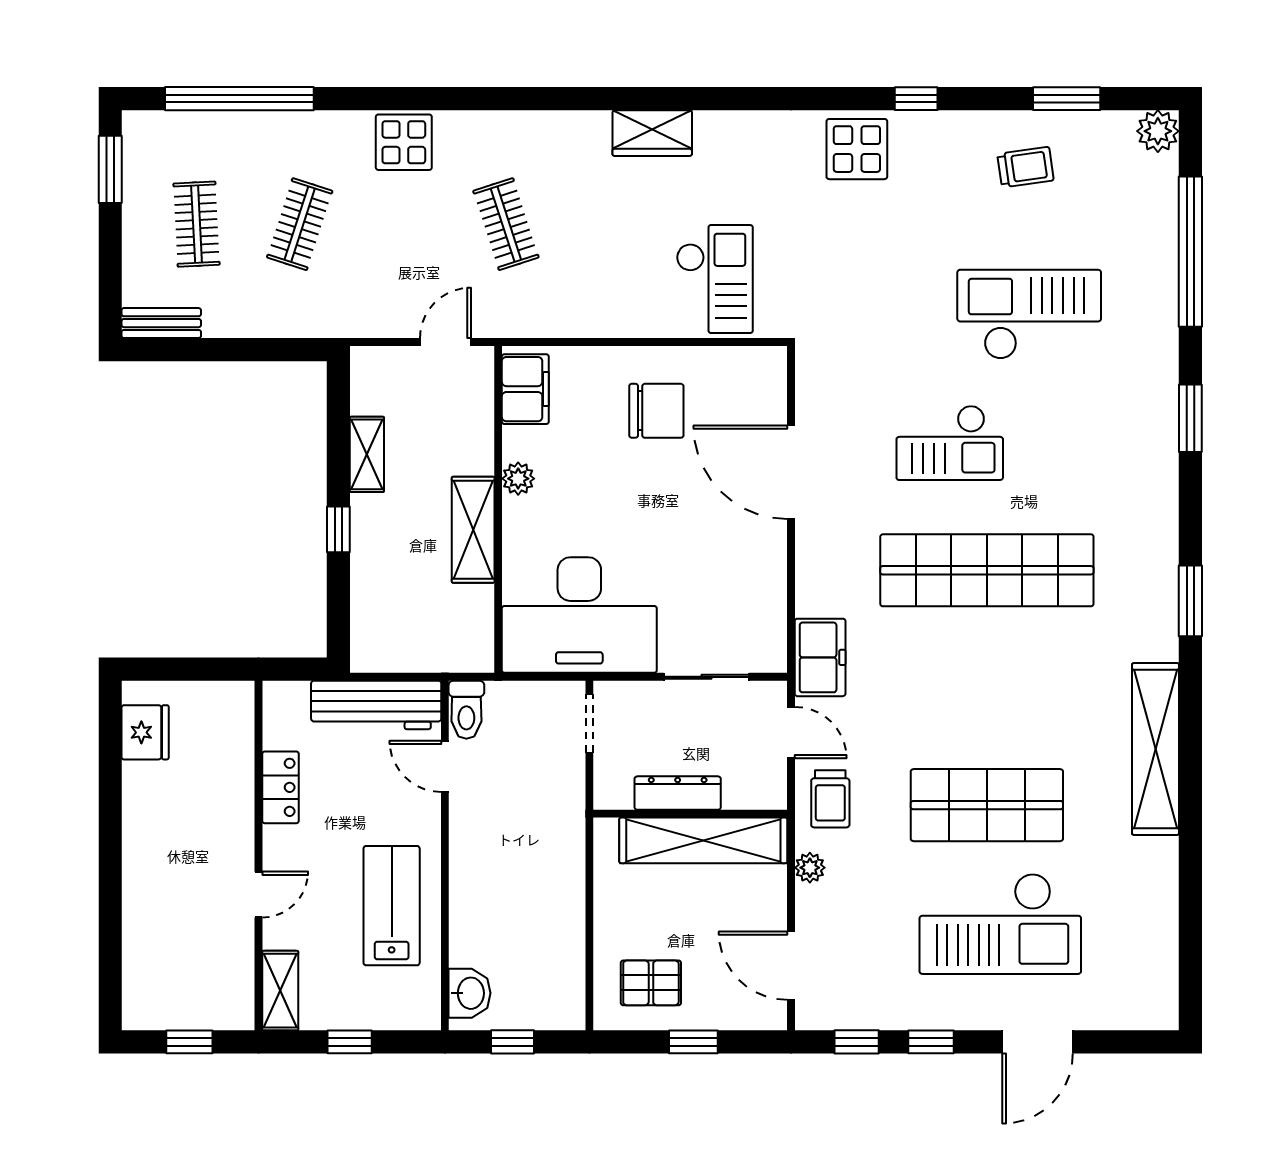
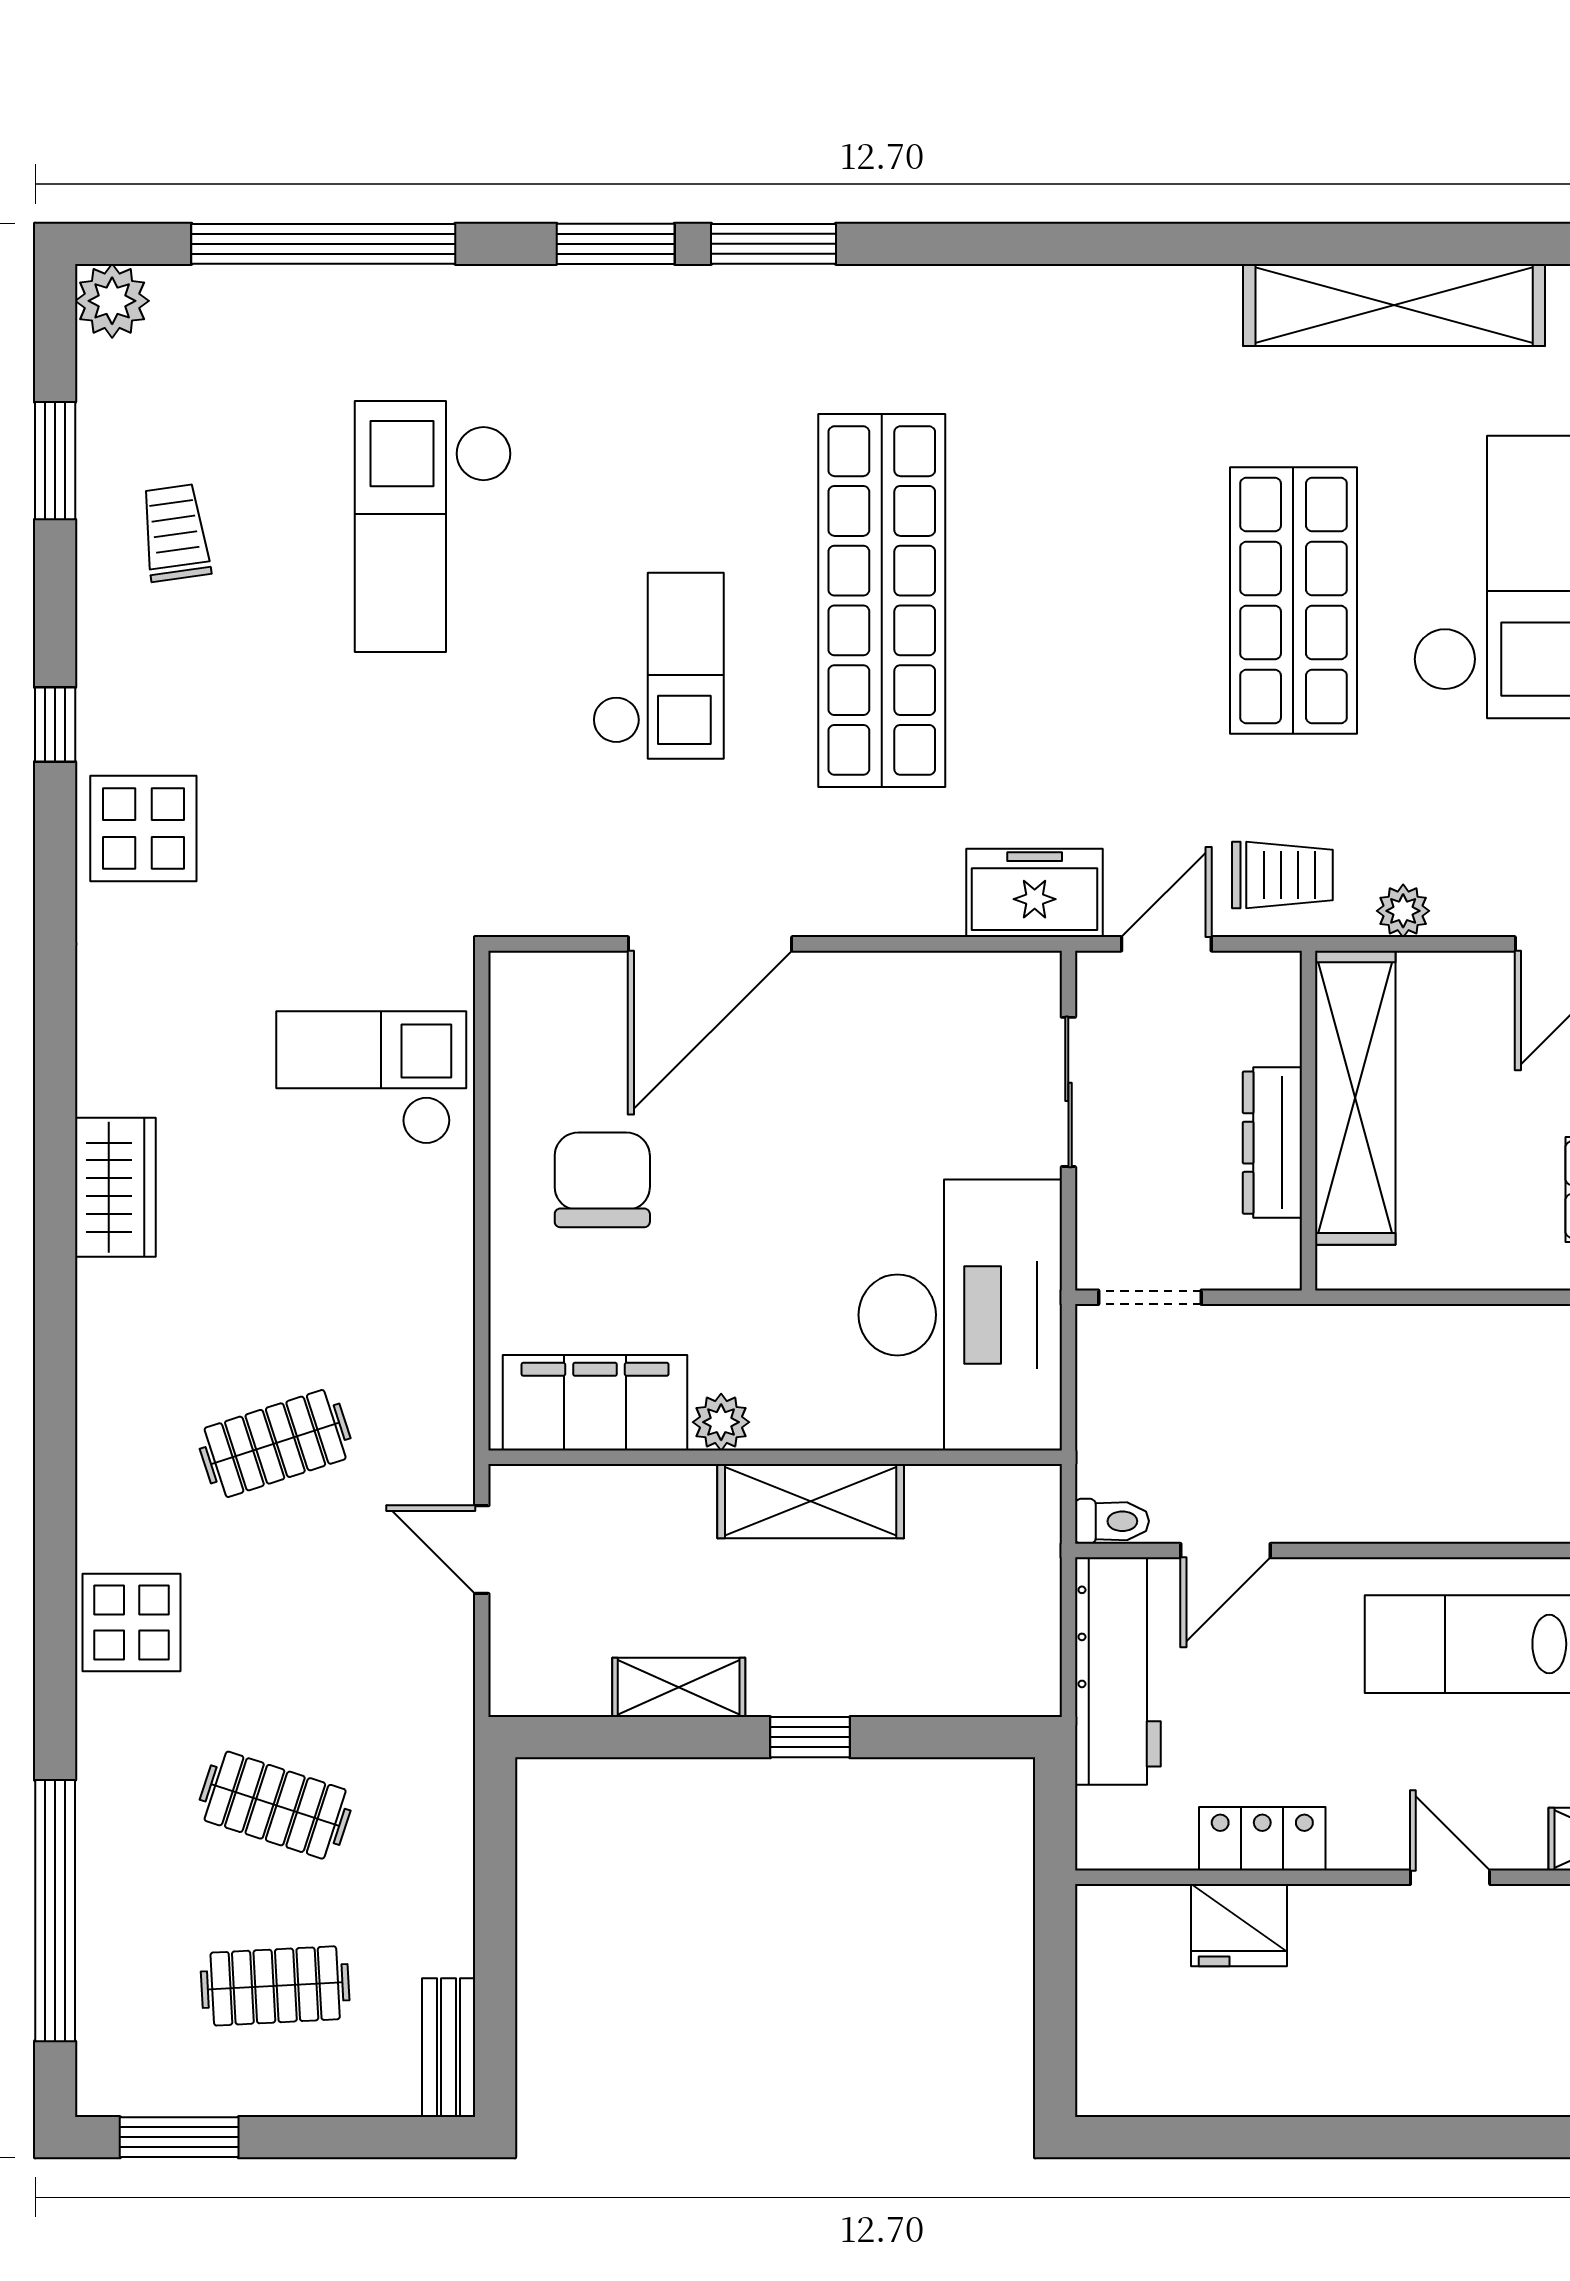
filing cabinet: (525, 389) -> (595, 1403), width x1.50, depth x1.17
window: (1190, 601) -> (774, 244), moved
toilet: (466, 710) -> (1112, 1521), width x0.73, depth x0.72
fridge: (145, 732) -> (1239, 1925), moved, turned 180
shelving: (1156, 749) -> (1394, 305), moved

